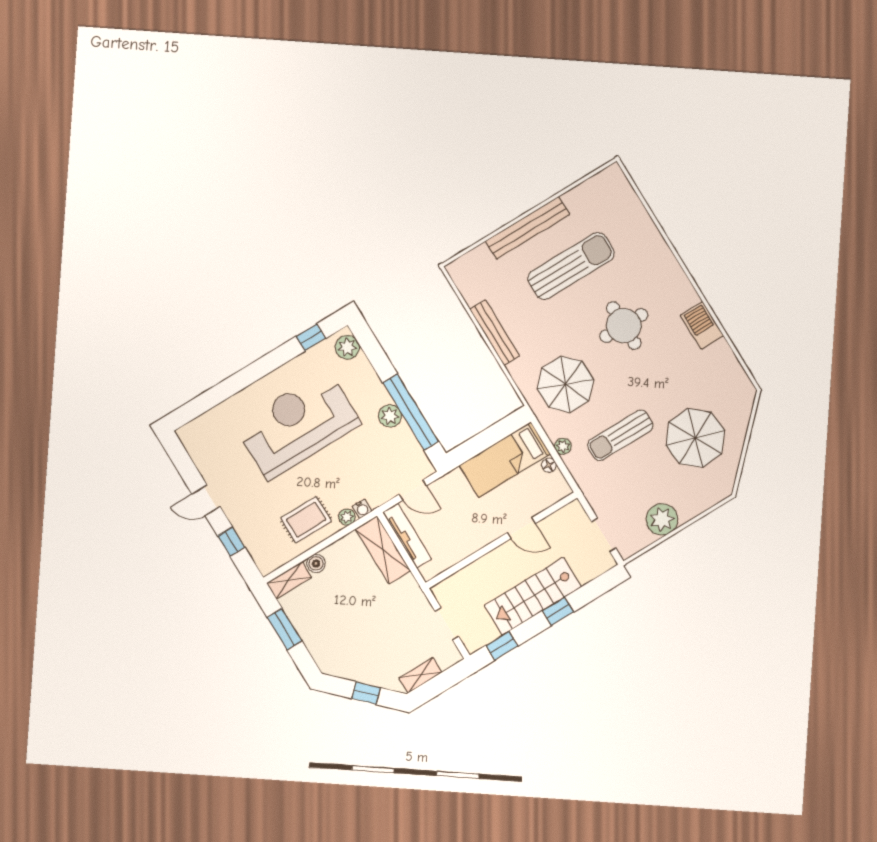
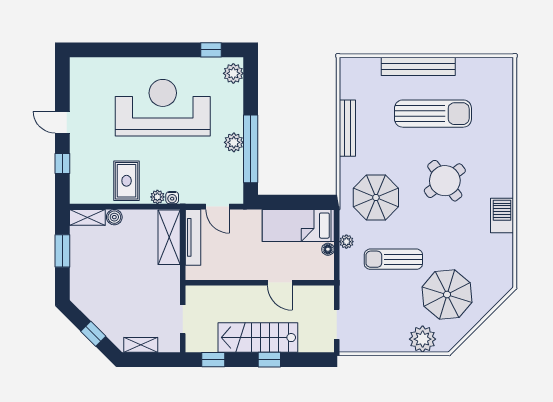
round table: (624, 326) -> (445, 181), turned -37
plant: (662, 519) -> (423, 339), moved
rug: (306, 520) -> (127, 181), turned 90

